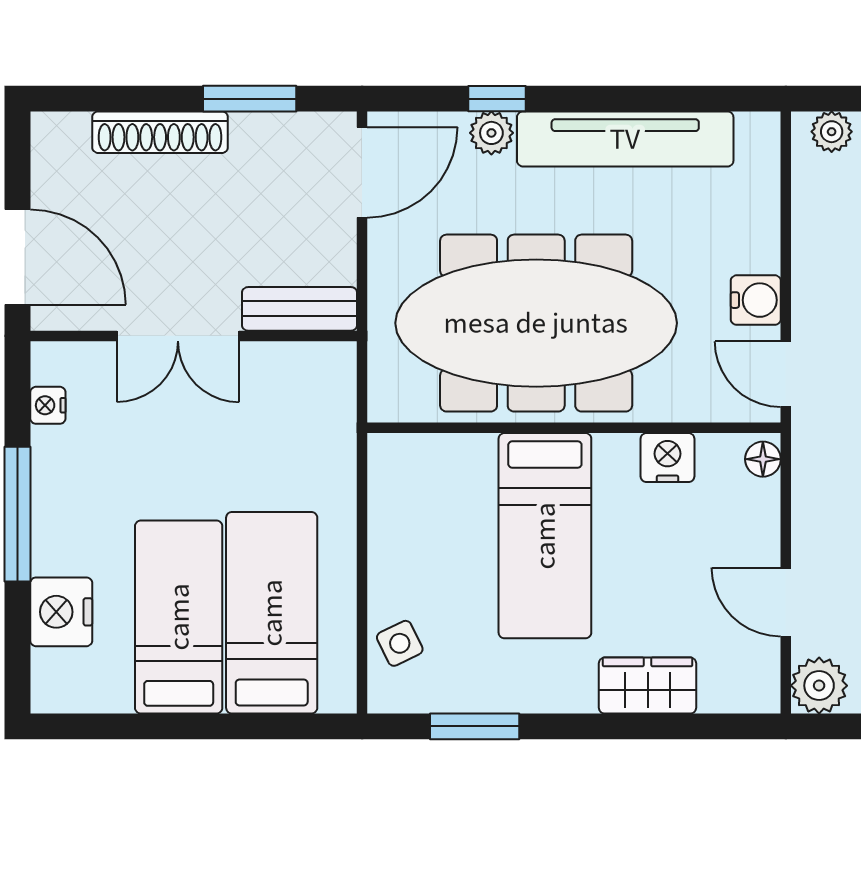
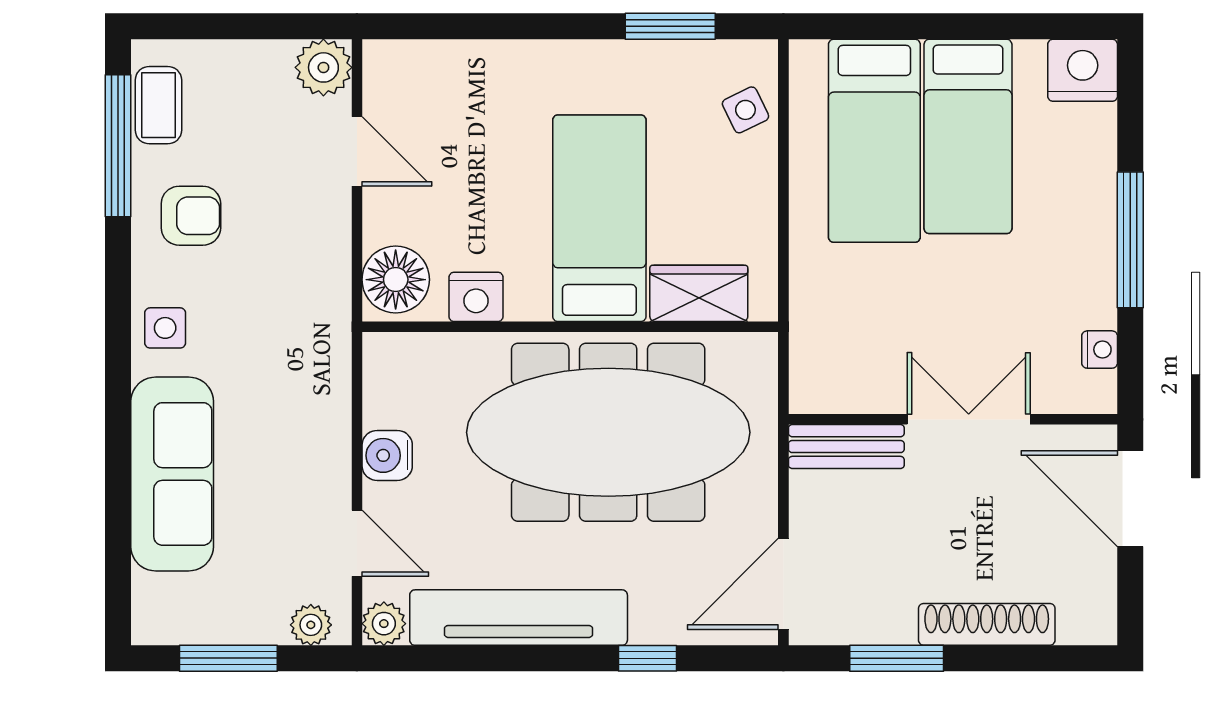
plant: (491, 133) -> (384, 624), moved
door: (786, 374) -> (357, 543), moved
floor lamp: (763, 459) -> (396, 280), width x1.89, depth x1.89
nightstand: (61, 612) -> (1083, 70), moved, turned -90
wardrobe: (648, 686) -> (699, 293), moved, turned 180

